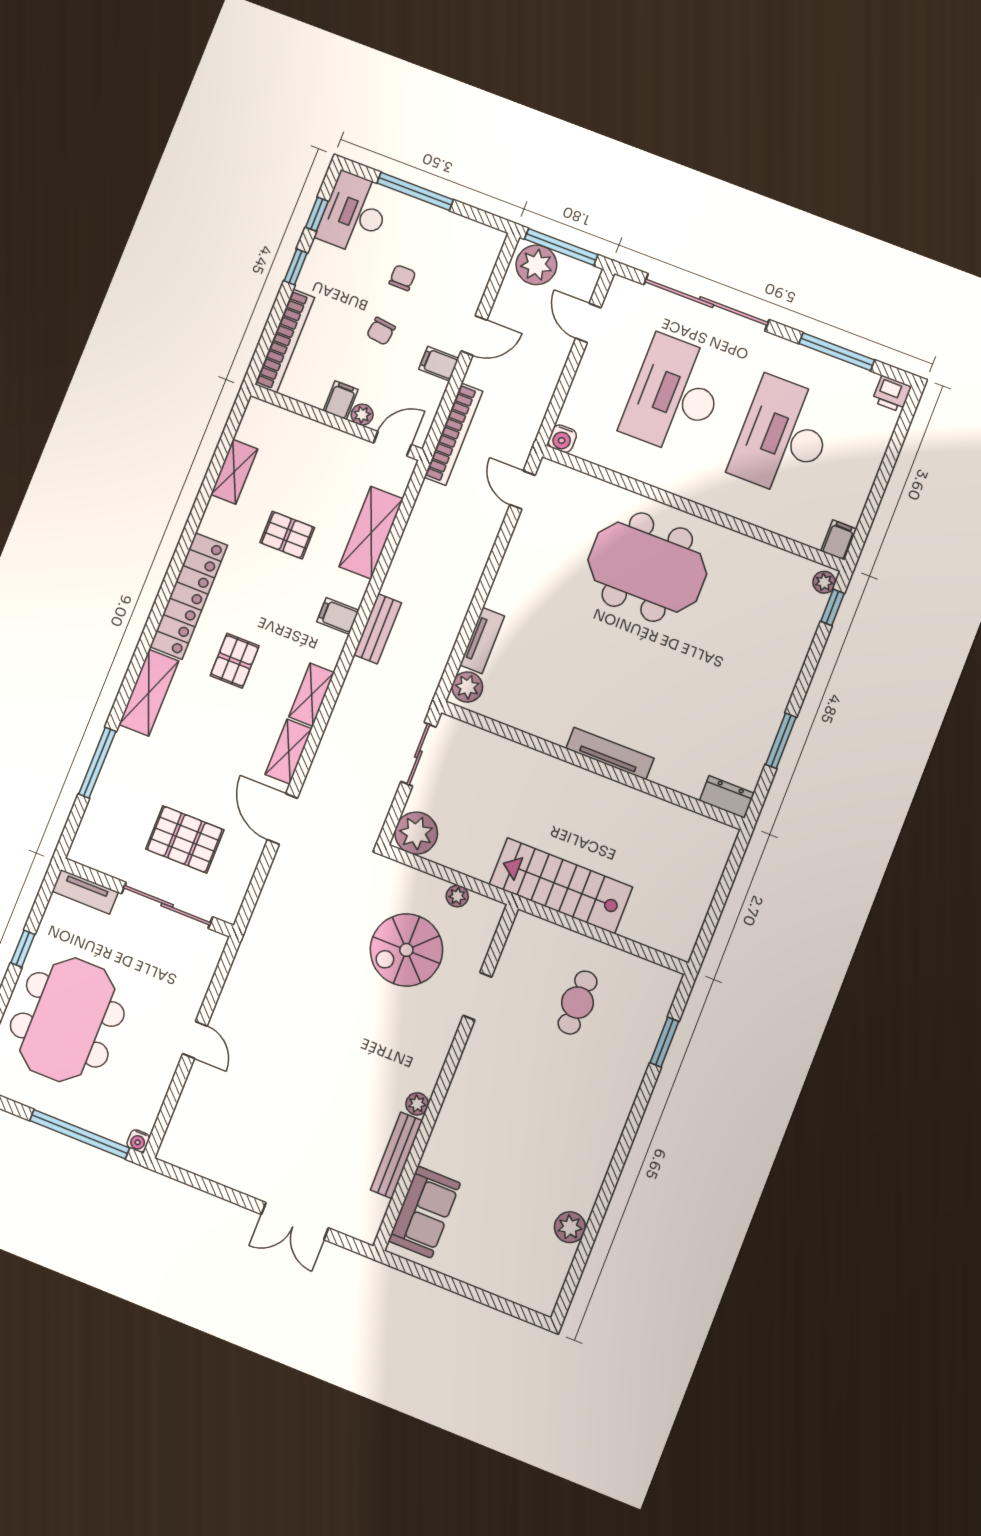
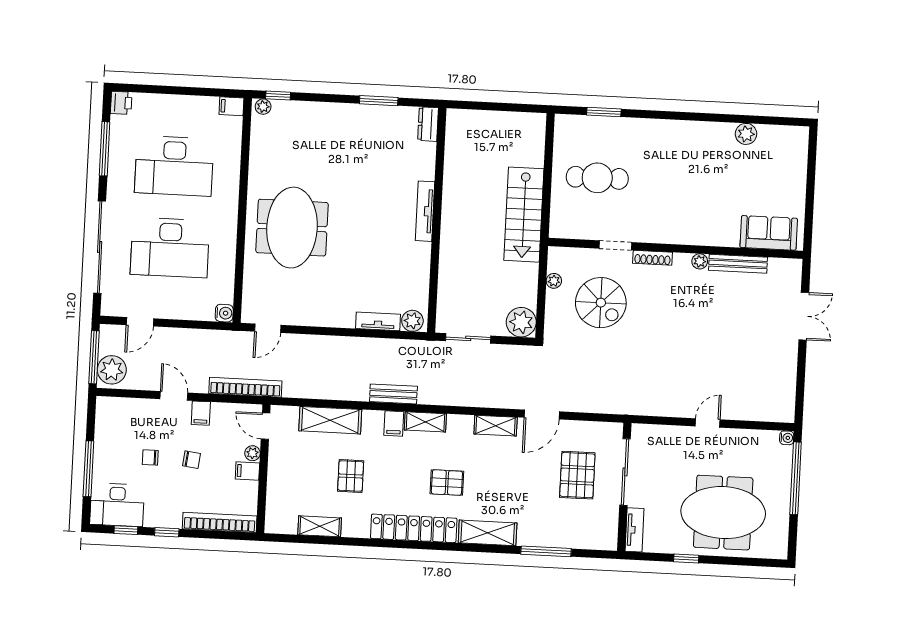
shelving: (312, 695) -> (425, 422), moved
cafe table: (578, 1003) -> (597, 178), width x1.37, depth x1.35
shoe rack: (443, 1041) -> (652, 258), added

